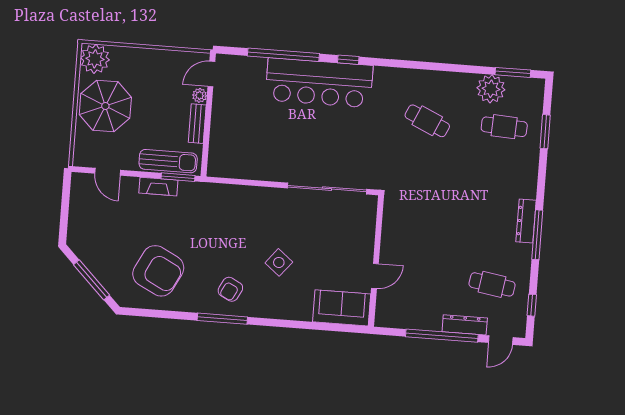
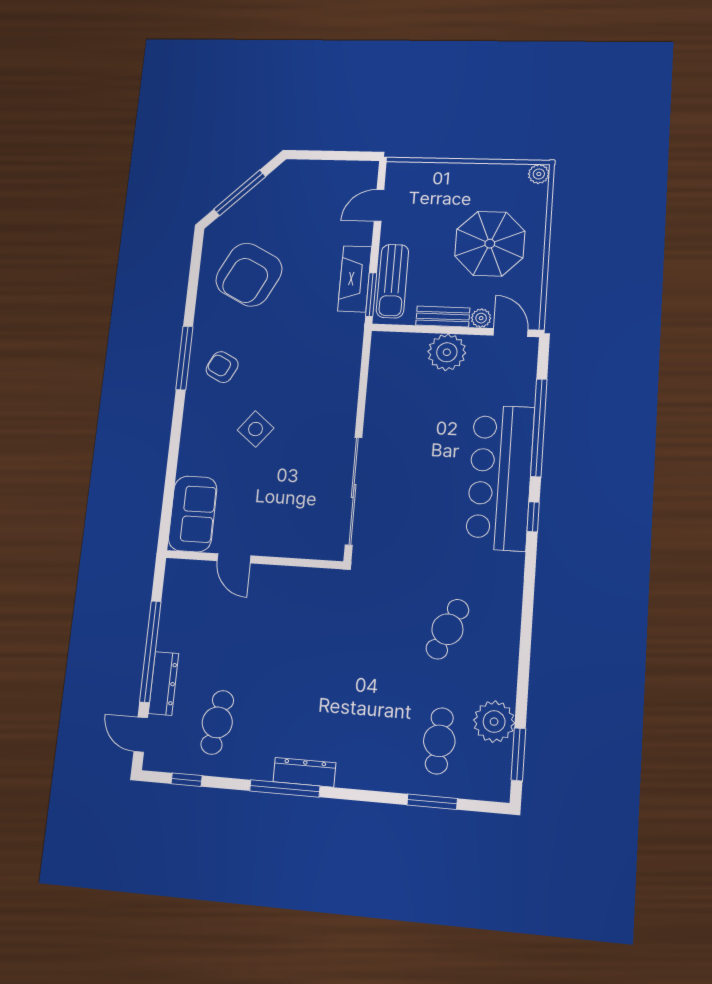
plant: (95, 59) -> (539, 174), width x0.53, depth x0.53
parasol: (105, 106) -> (490, 244), moved
plant: (225, 121) -> (447, 352), added
fireplace: (158, 187) -> (355, 279), width x1.37, depth x1.32

